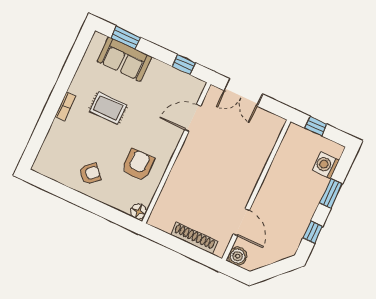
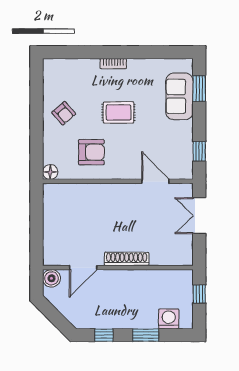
rug: (108, 108) -> (118, 112), moved, turned 90
shoe rack: (194, 238) -> (127, 259), moved, turned -90

